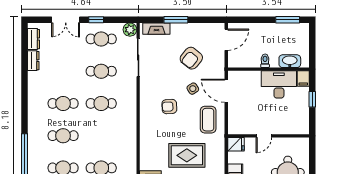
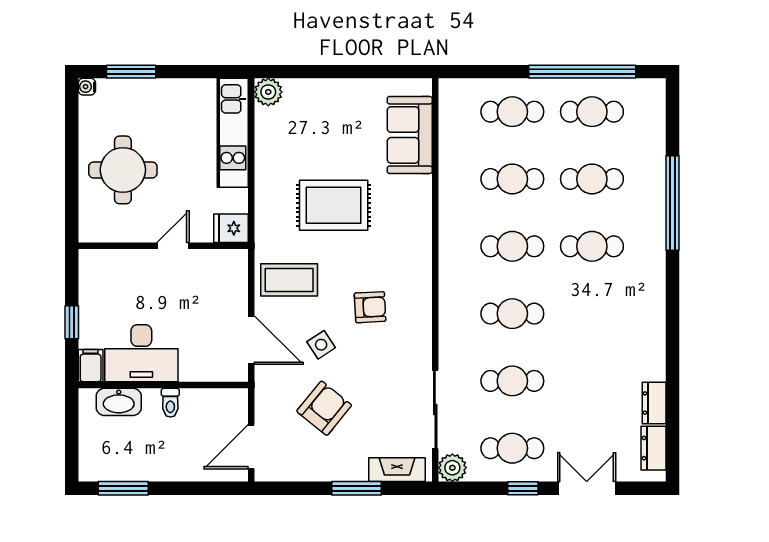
cafe table: (63, 103) -> (512, 246), moved
coffee table: (208, 120) -> (289, 280), turned 90

